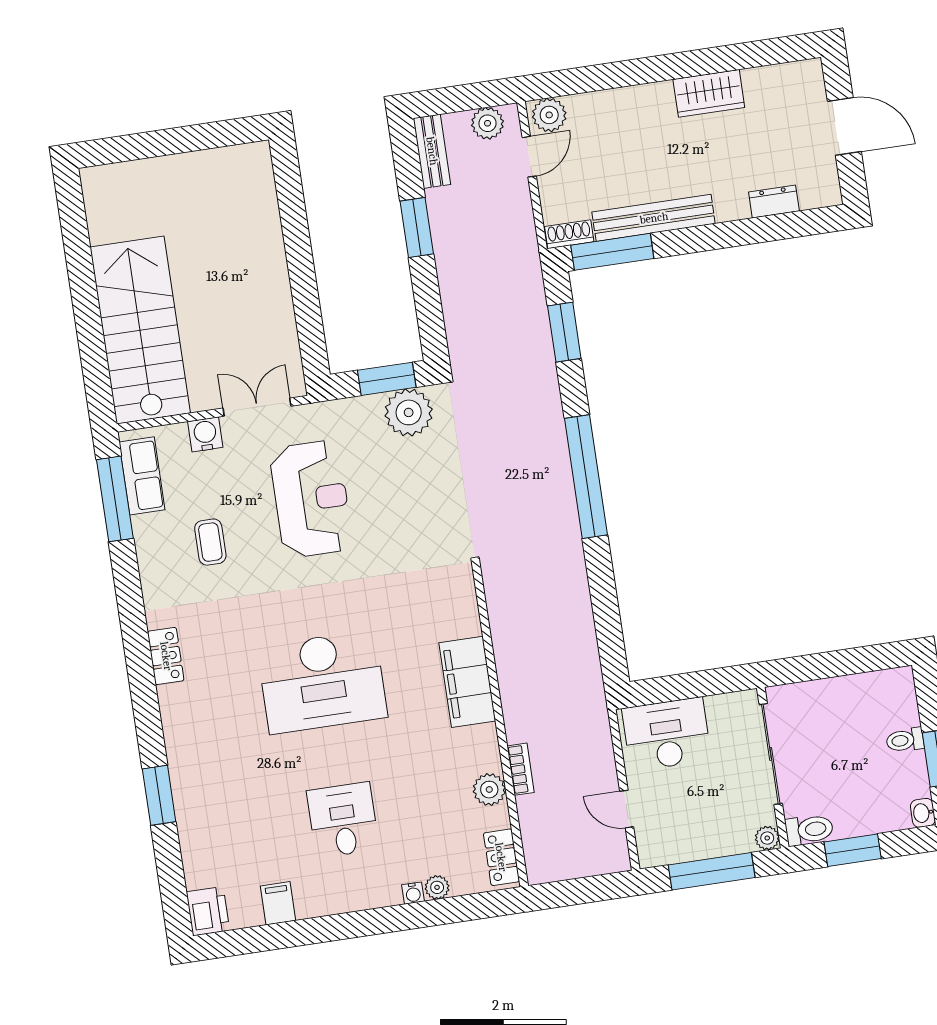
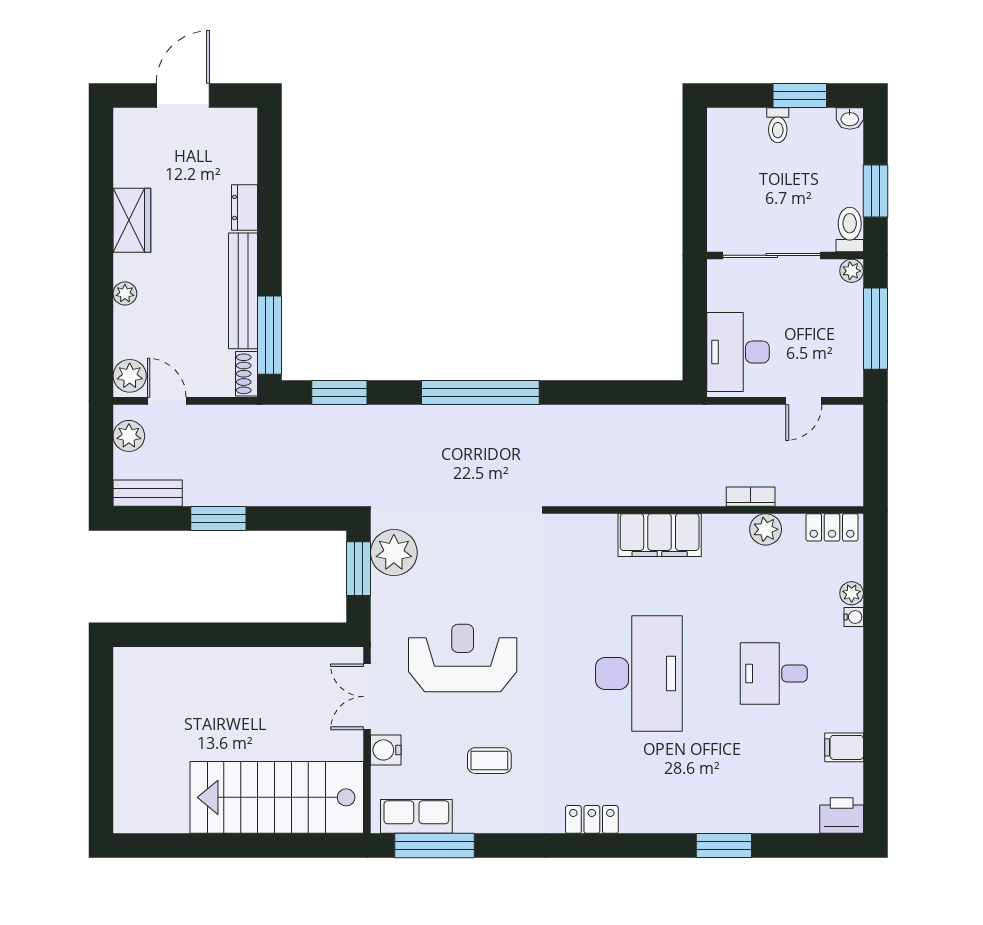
plant: (633, 97) -> (125, 293), added
dresser: (774, 202) -> (245, 207), moved

